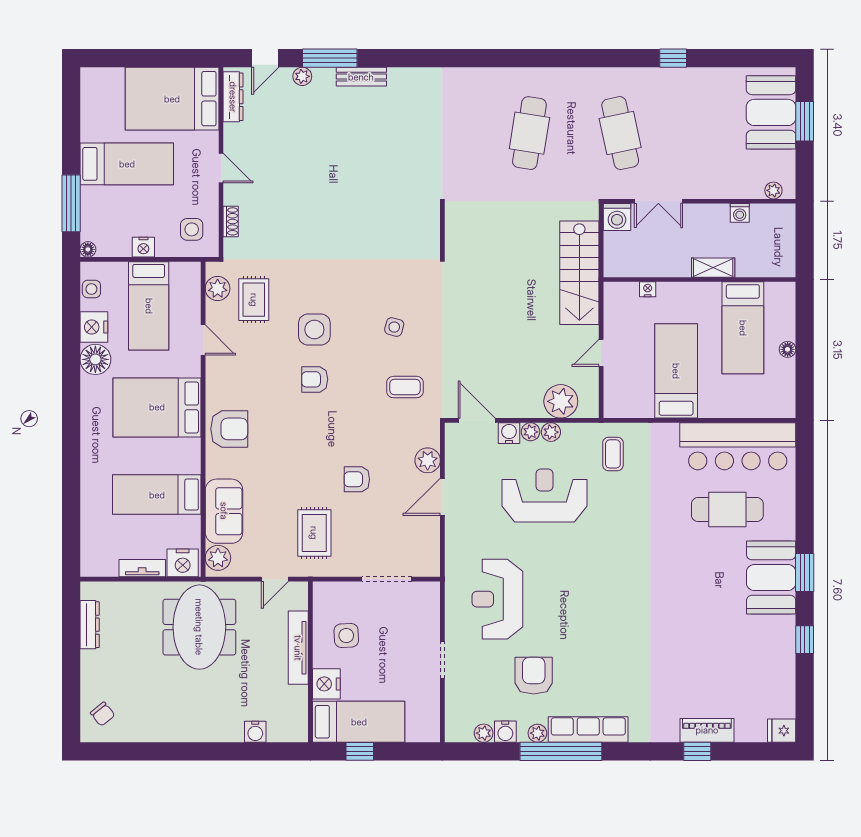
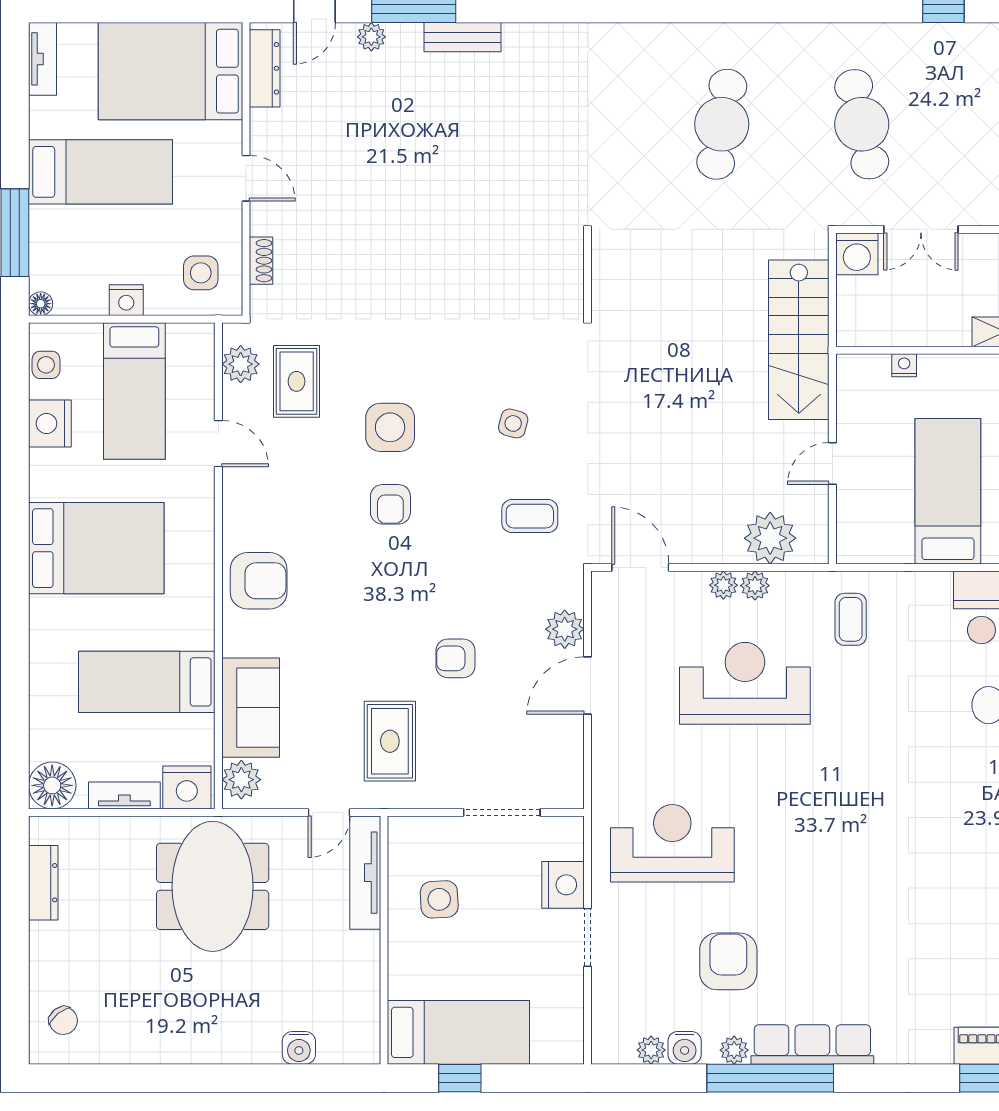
tv unit: (89, 91) -> (43, 59), added
floor lamp: (95, 359) -> (52, 785), moved
armchair: (315, 379) -> (390, 504), turned -90
bed: (157, 407) -> (96, 548), moved, turned 180
water cooler: (509, 433) -> (690, 587), removed
reception desk: (497, 599) -> (672, 843), turned 90
tv unit: (298, 648) -> (365, 873), moved
nightstand: (326, 684) -> (563, 885), moved, turned 180

